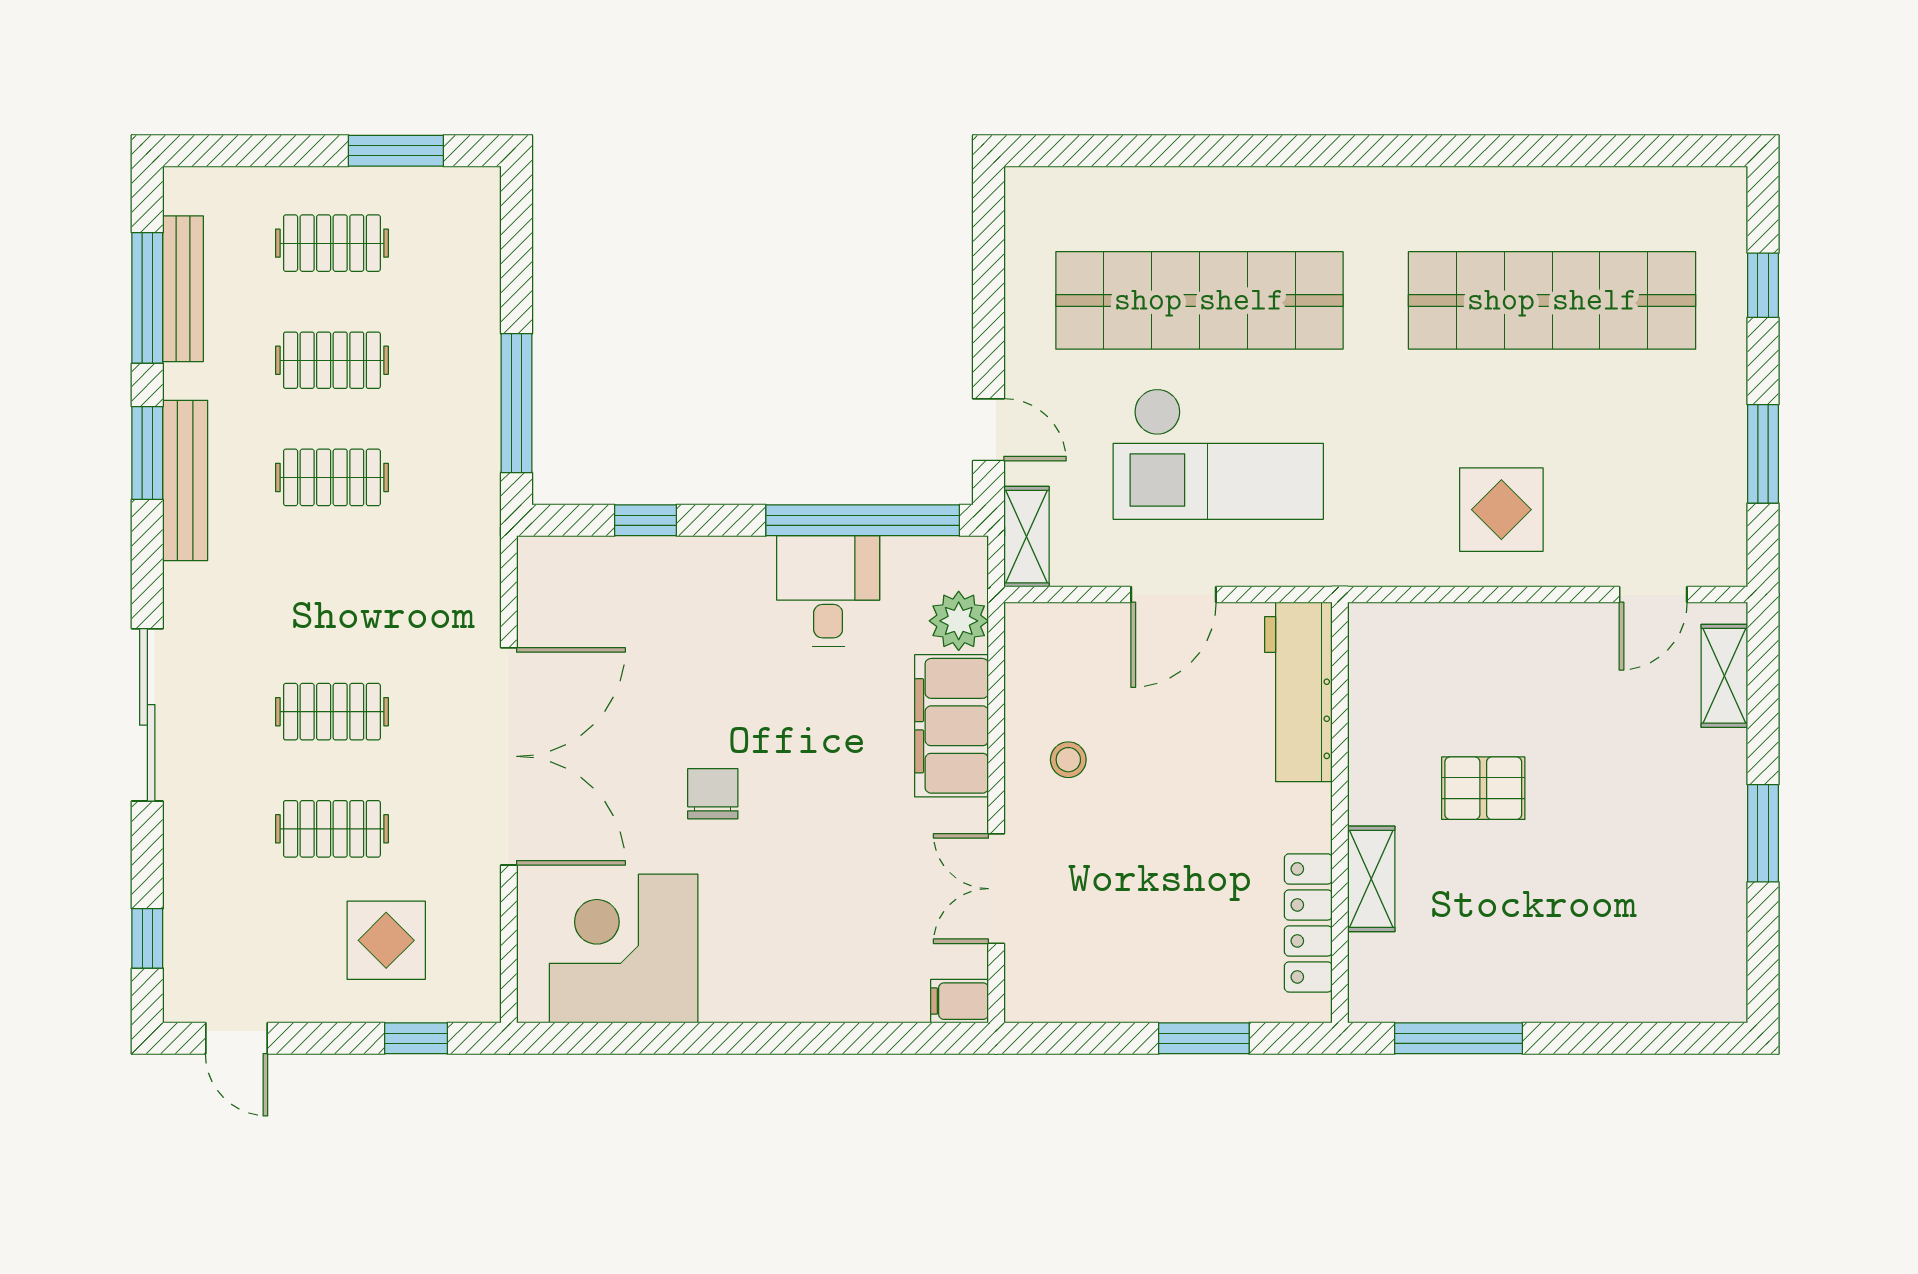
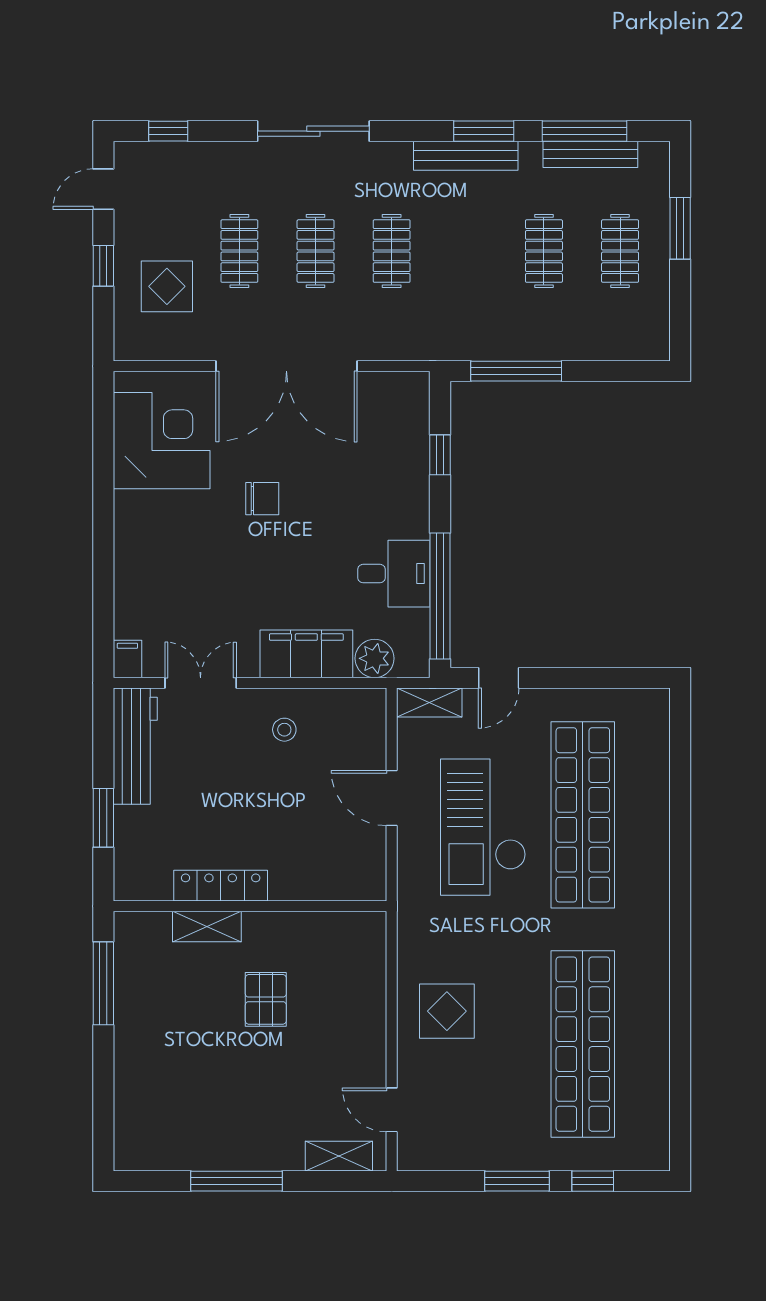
window: (396, 151) -> (680, 228), moved
window: (1763, 454) -> (517, 1181), moved
clothes rail: (332, 477) -> (392, 251), moved
workbench: (1298, 692) -> (135, 746), moved, turned 90
window: (1763, 833) -> (237, 1181), width x1.44
locker: (1308, 923) -> (221, 886), moved
window: (416, 1038) -> (103, 266), moved

